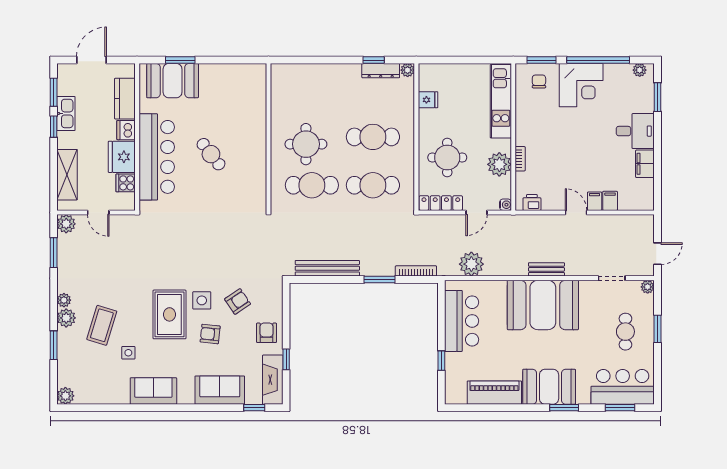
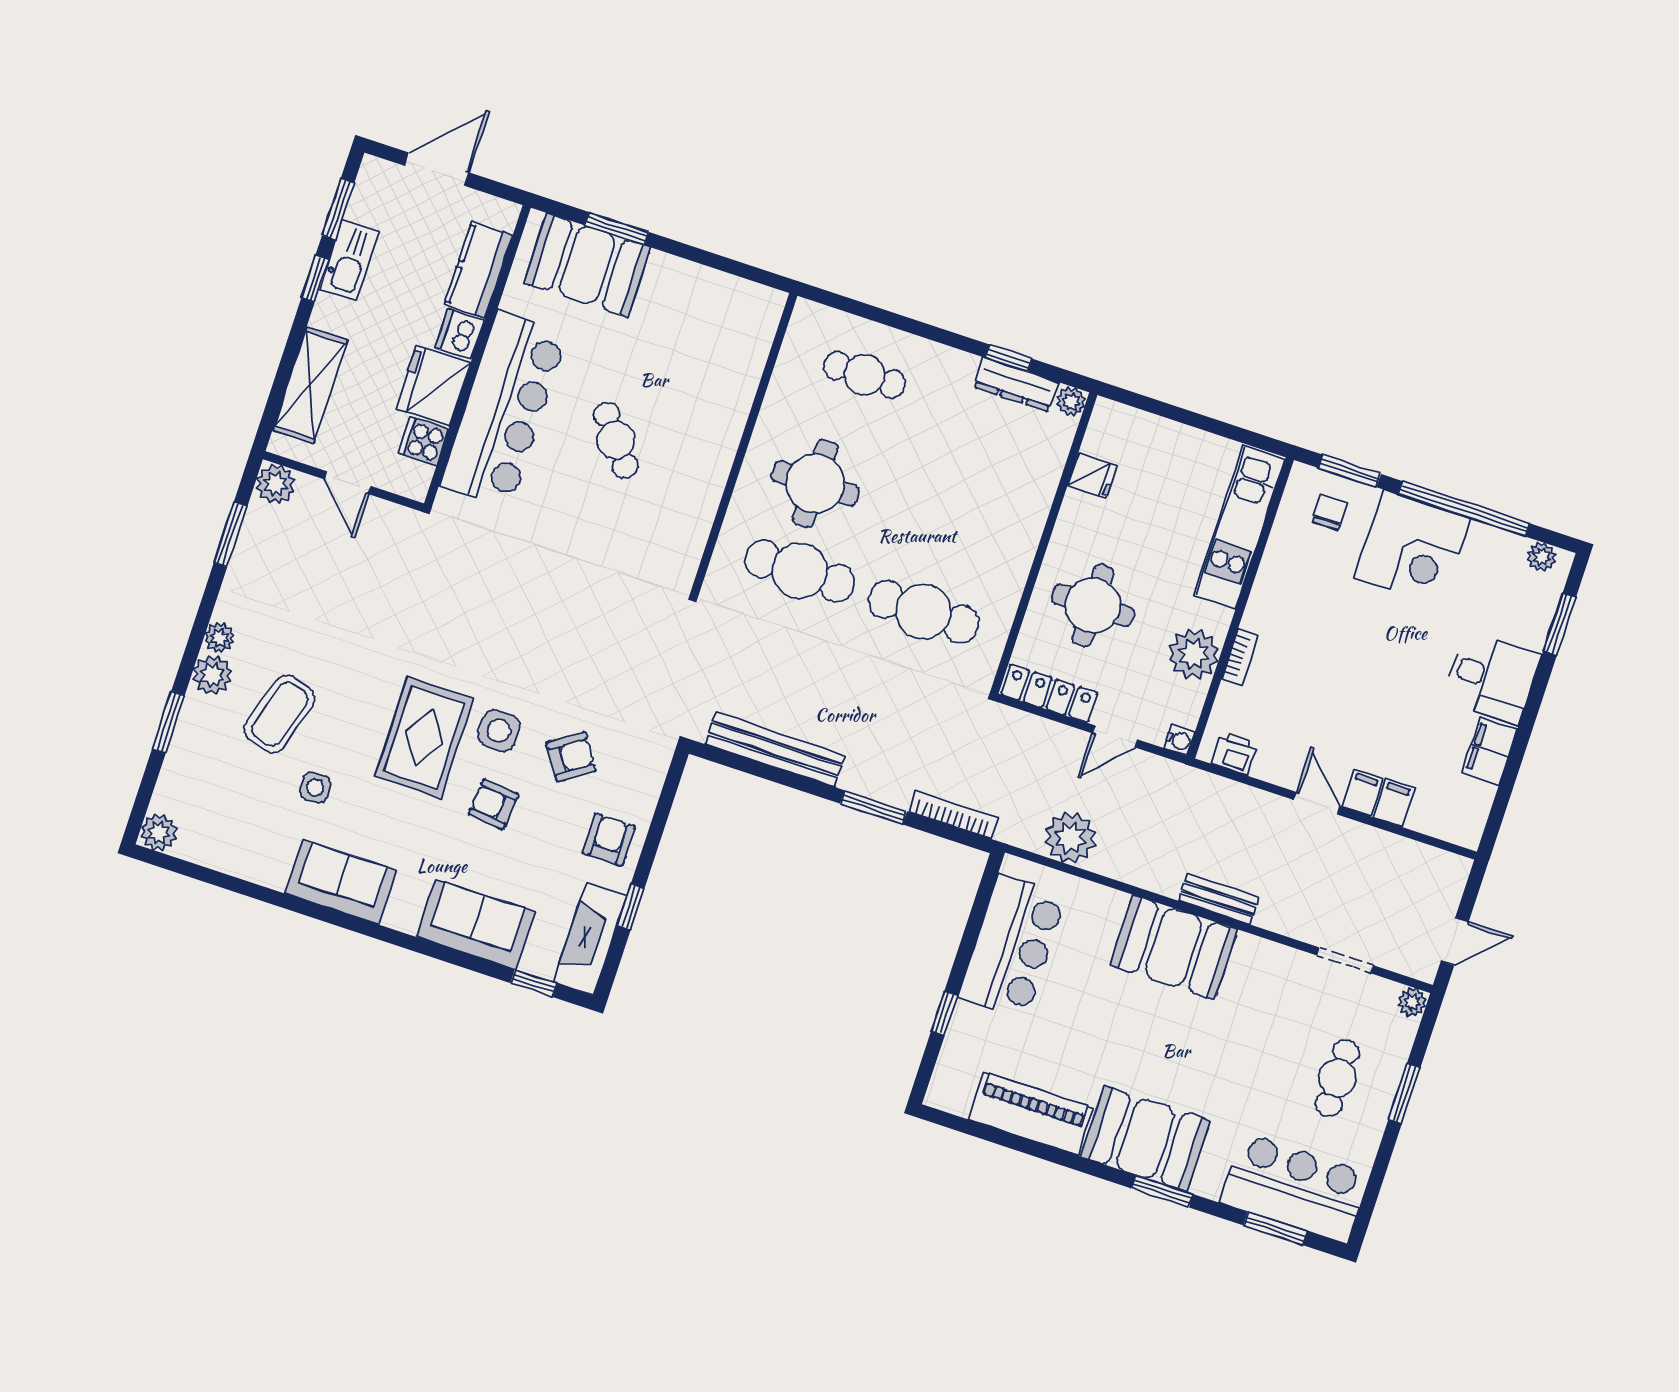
cafe table: (373, 137) -> (864, 375), moved, width x0.73, depth x0.74
booth: (543, 305) -> (1174, 947), width x0.73, depth x0.70

